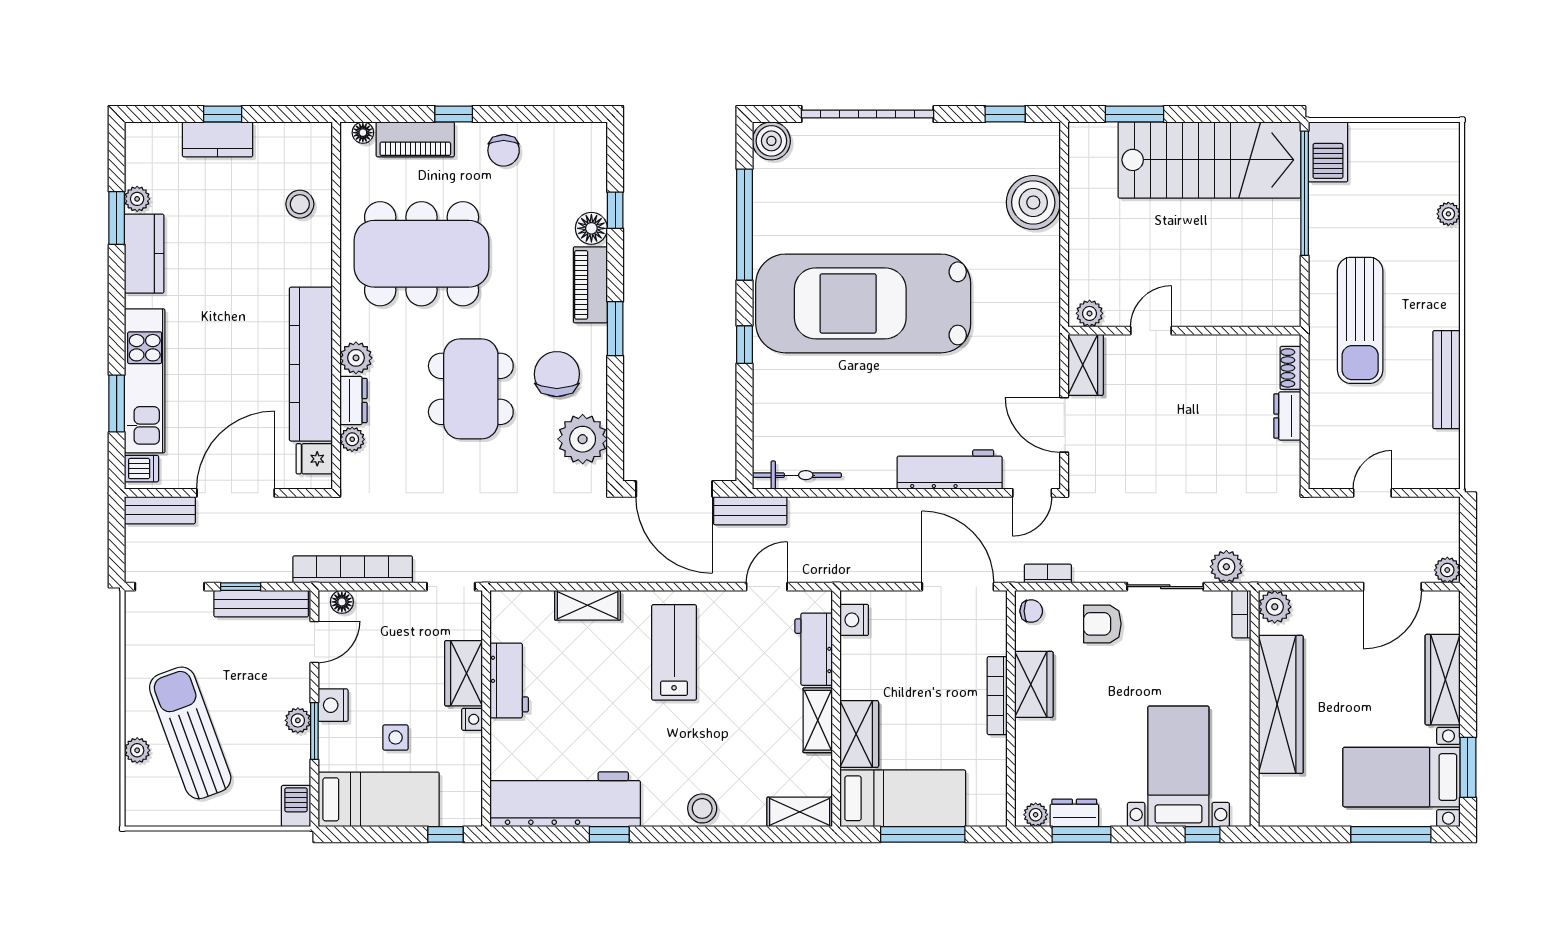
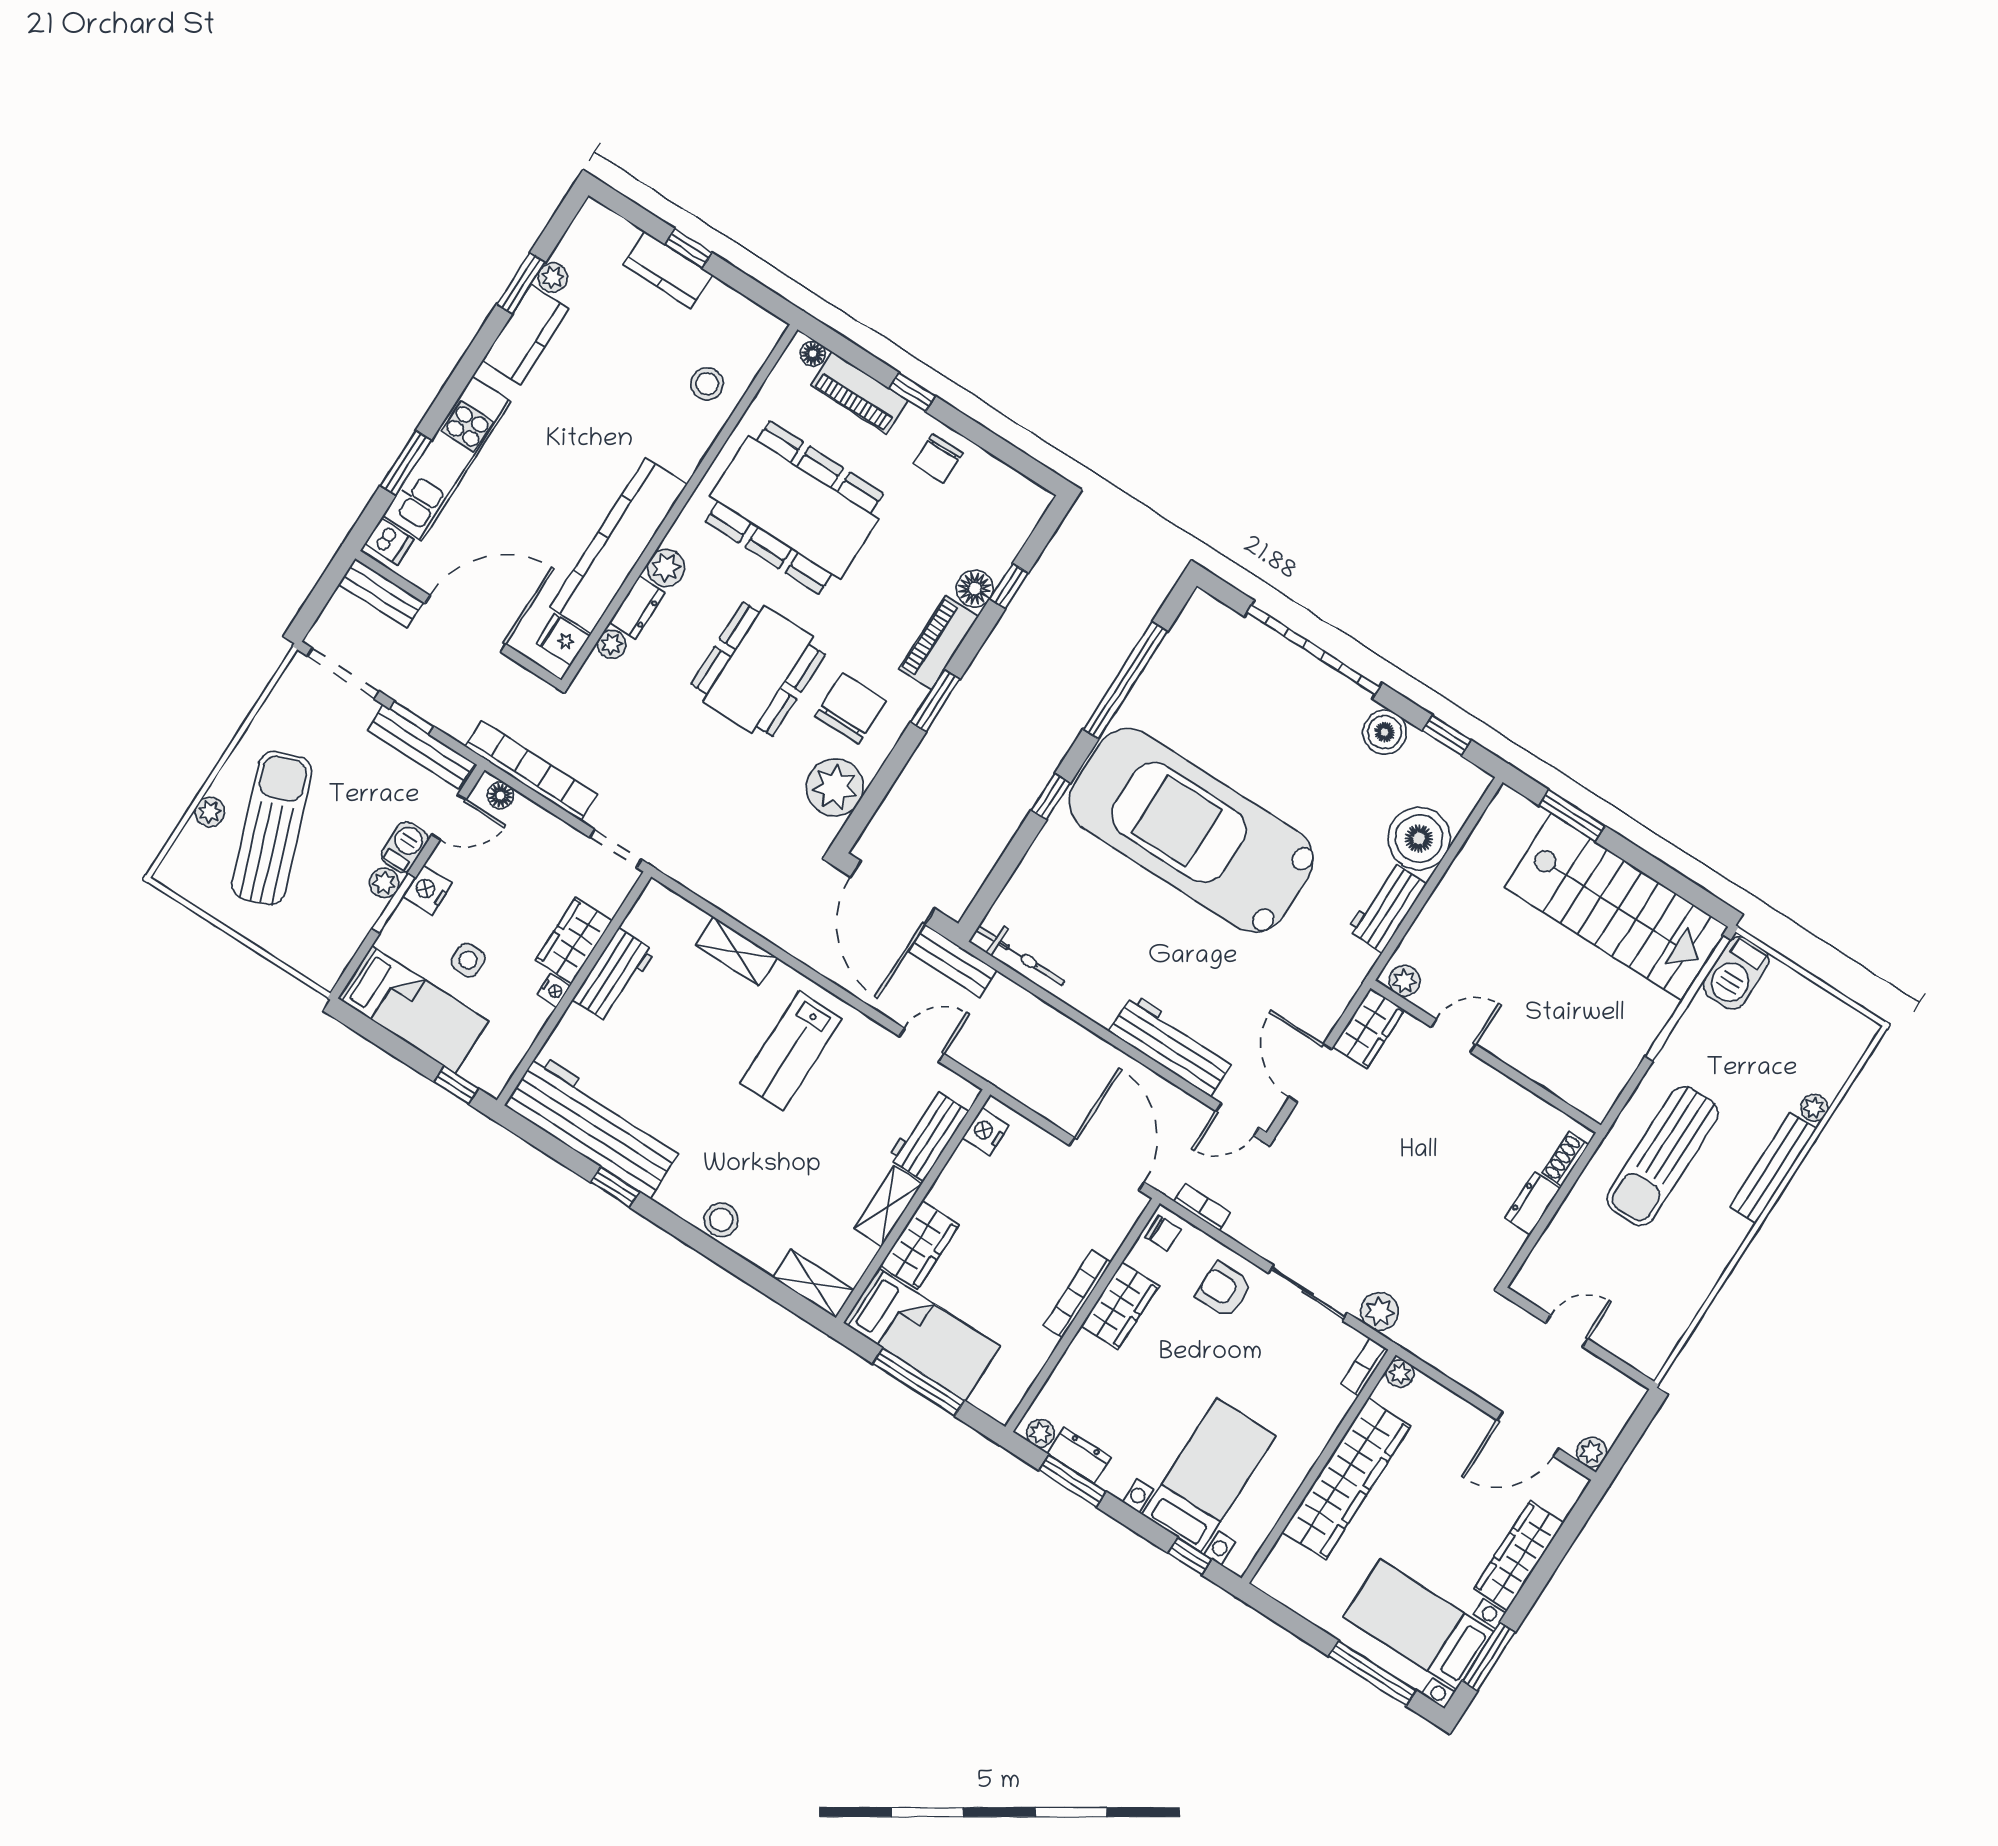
boiler: (771, 141) -> (1385, 732), moved
workbench: (1042, 268) -> (1387, 907), added
bench: (1446, 380) -> (1773, 1168), moved
plant: (1275, 607) -> (1400, 1373), width x0.73, depth x0.73
lab bench: (674, 652) -> (791, 1051), turned 180
barbecue: (296, 806) -> (405, 847), moved

